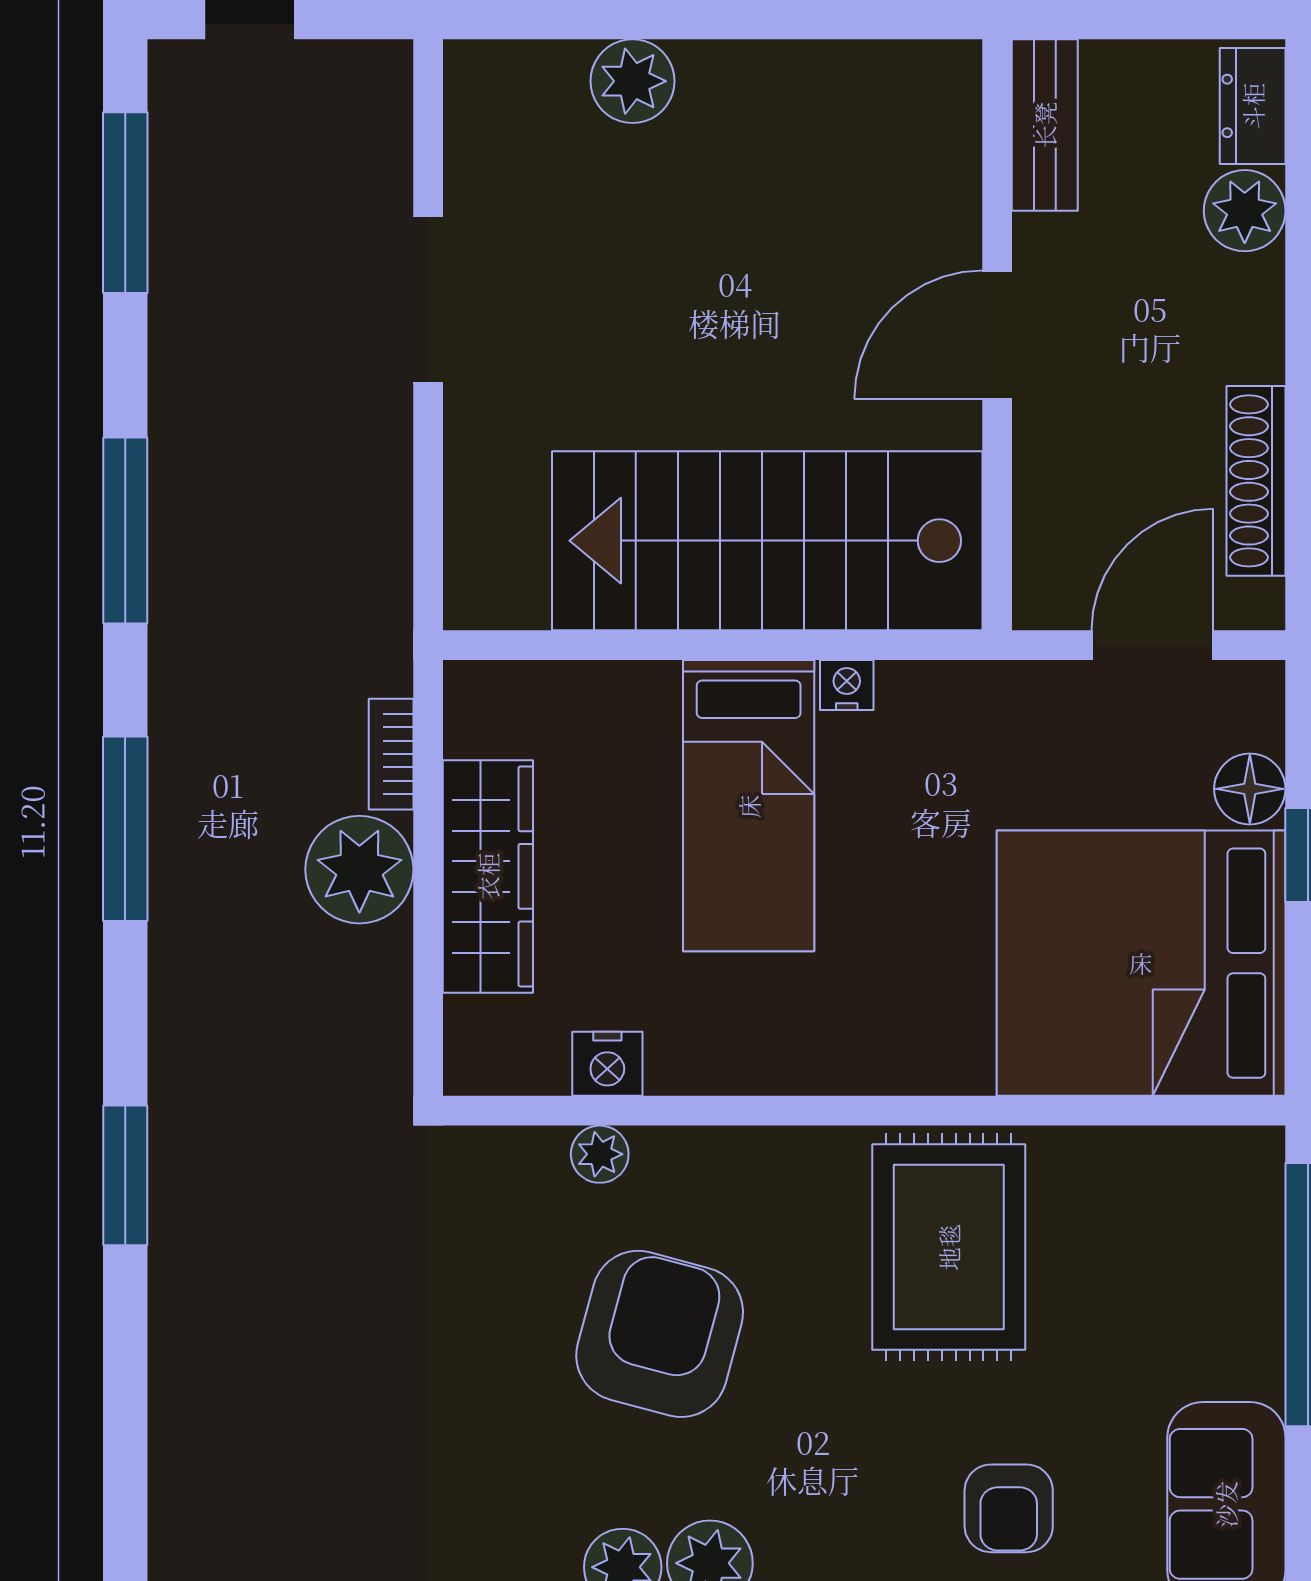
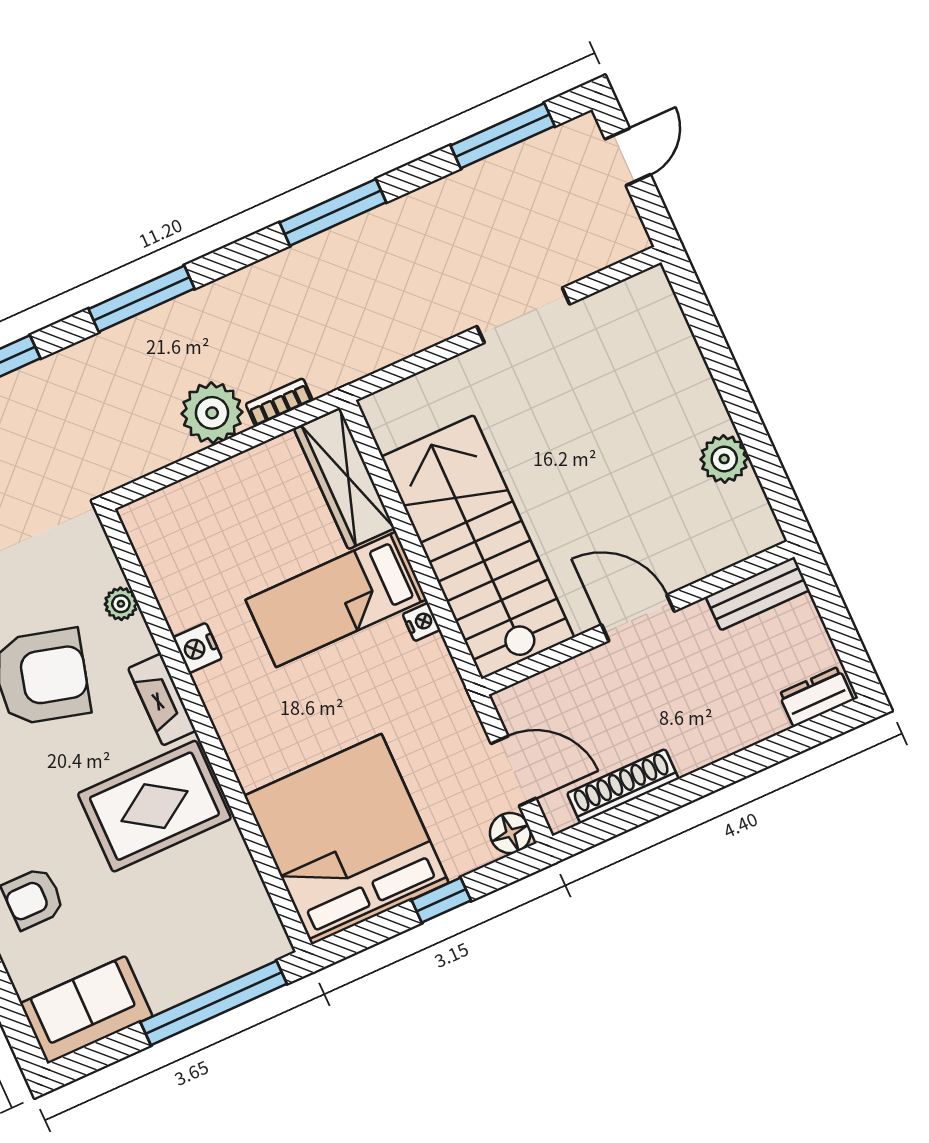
plant: (633, 81) -> (724, 459), moved
plant: (1245, 211) -> (760, 717), removed
floor lamp: (1250, 789) -> (510, 833), moved
window: (125, 829) -> (141, 299), moved
wardrobe: (488, 876) -> (344, 479), moved, turned 90
nightstand: (607, 1064) -> (197, 648), moved
fireplace: (783, 1158) -> (162, 699), added

